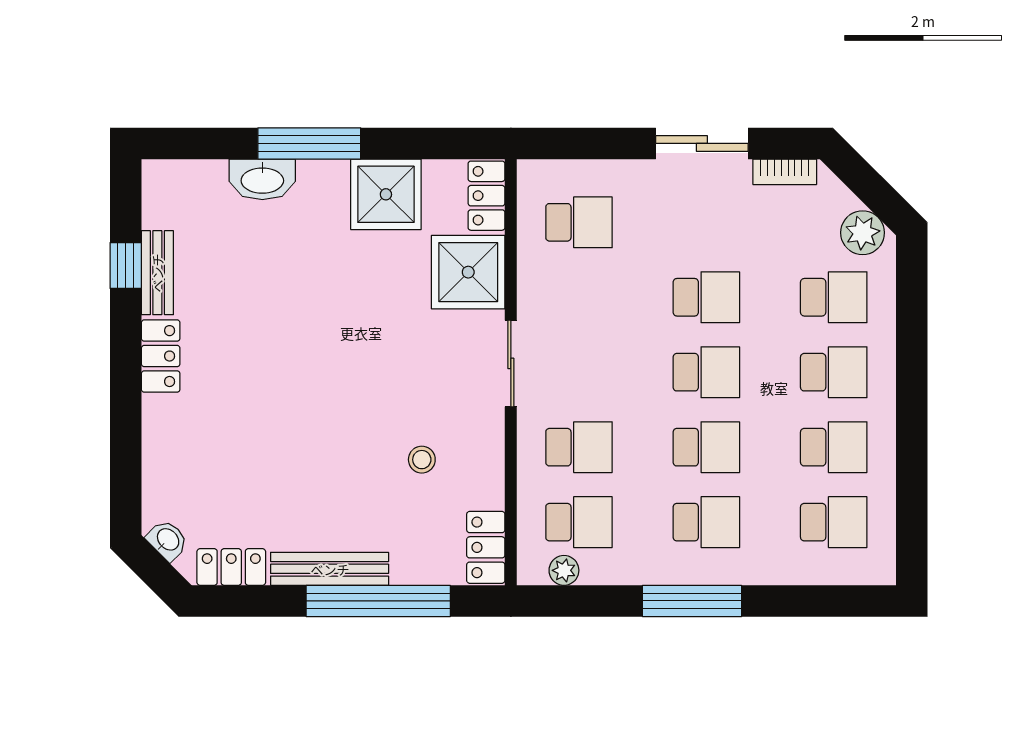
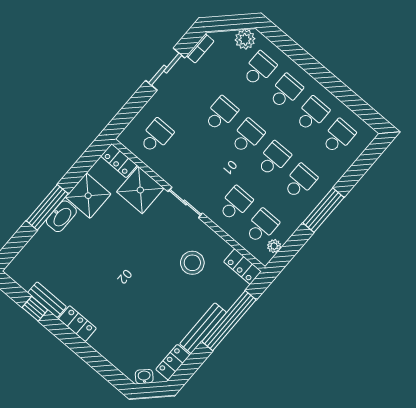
washbasin: (262, 179) -> (61, 216), moved
stool: (422, 460) -> (192, 263), width x1.89, depth x1.89

